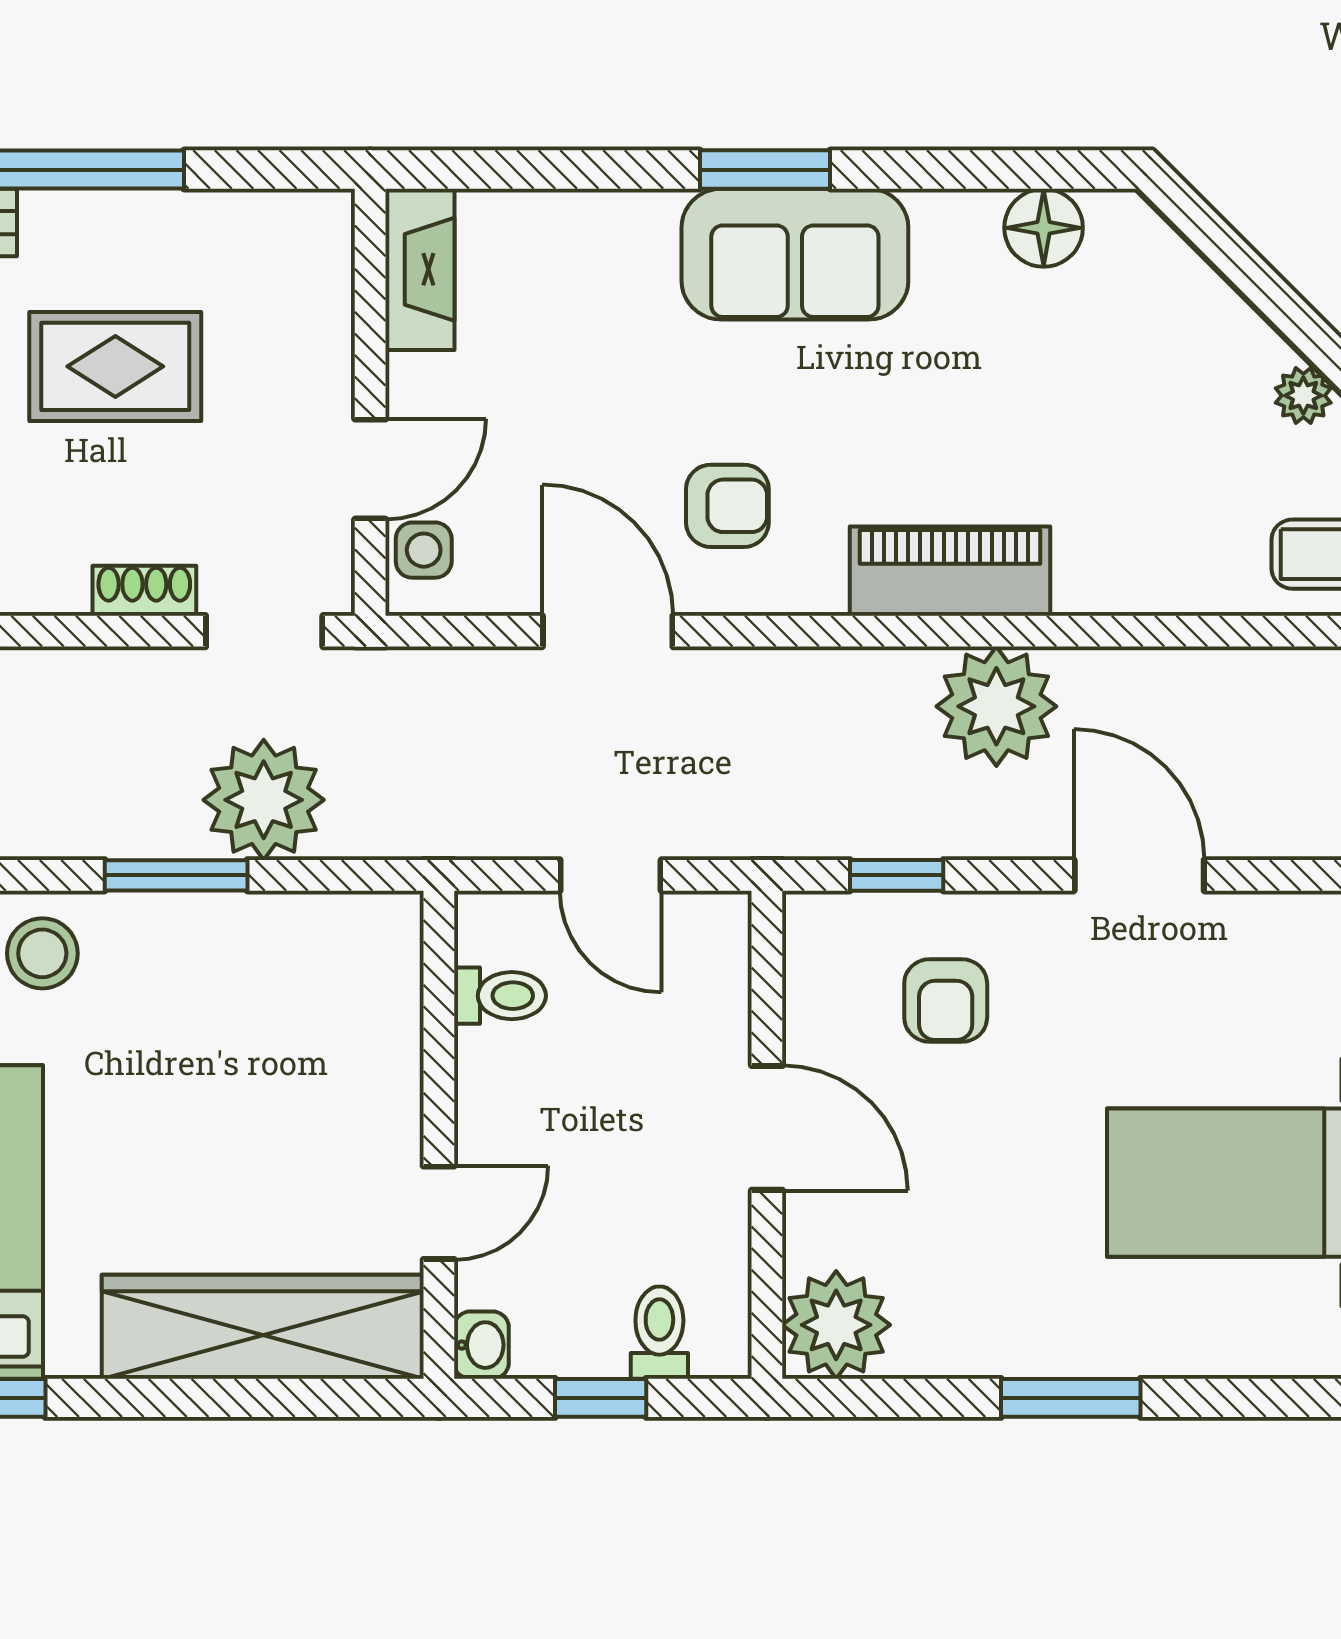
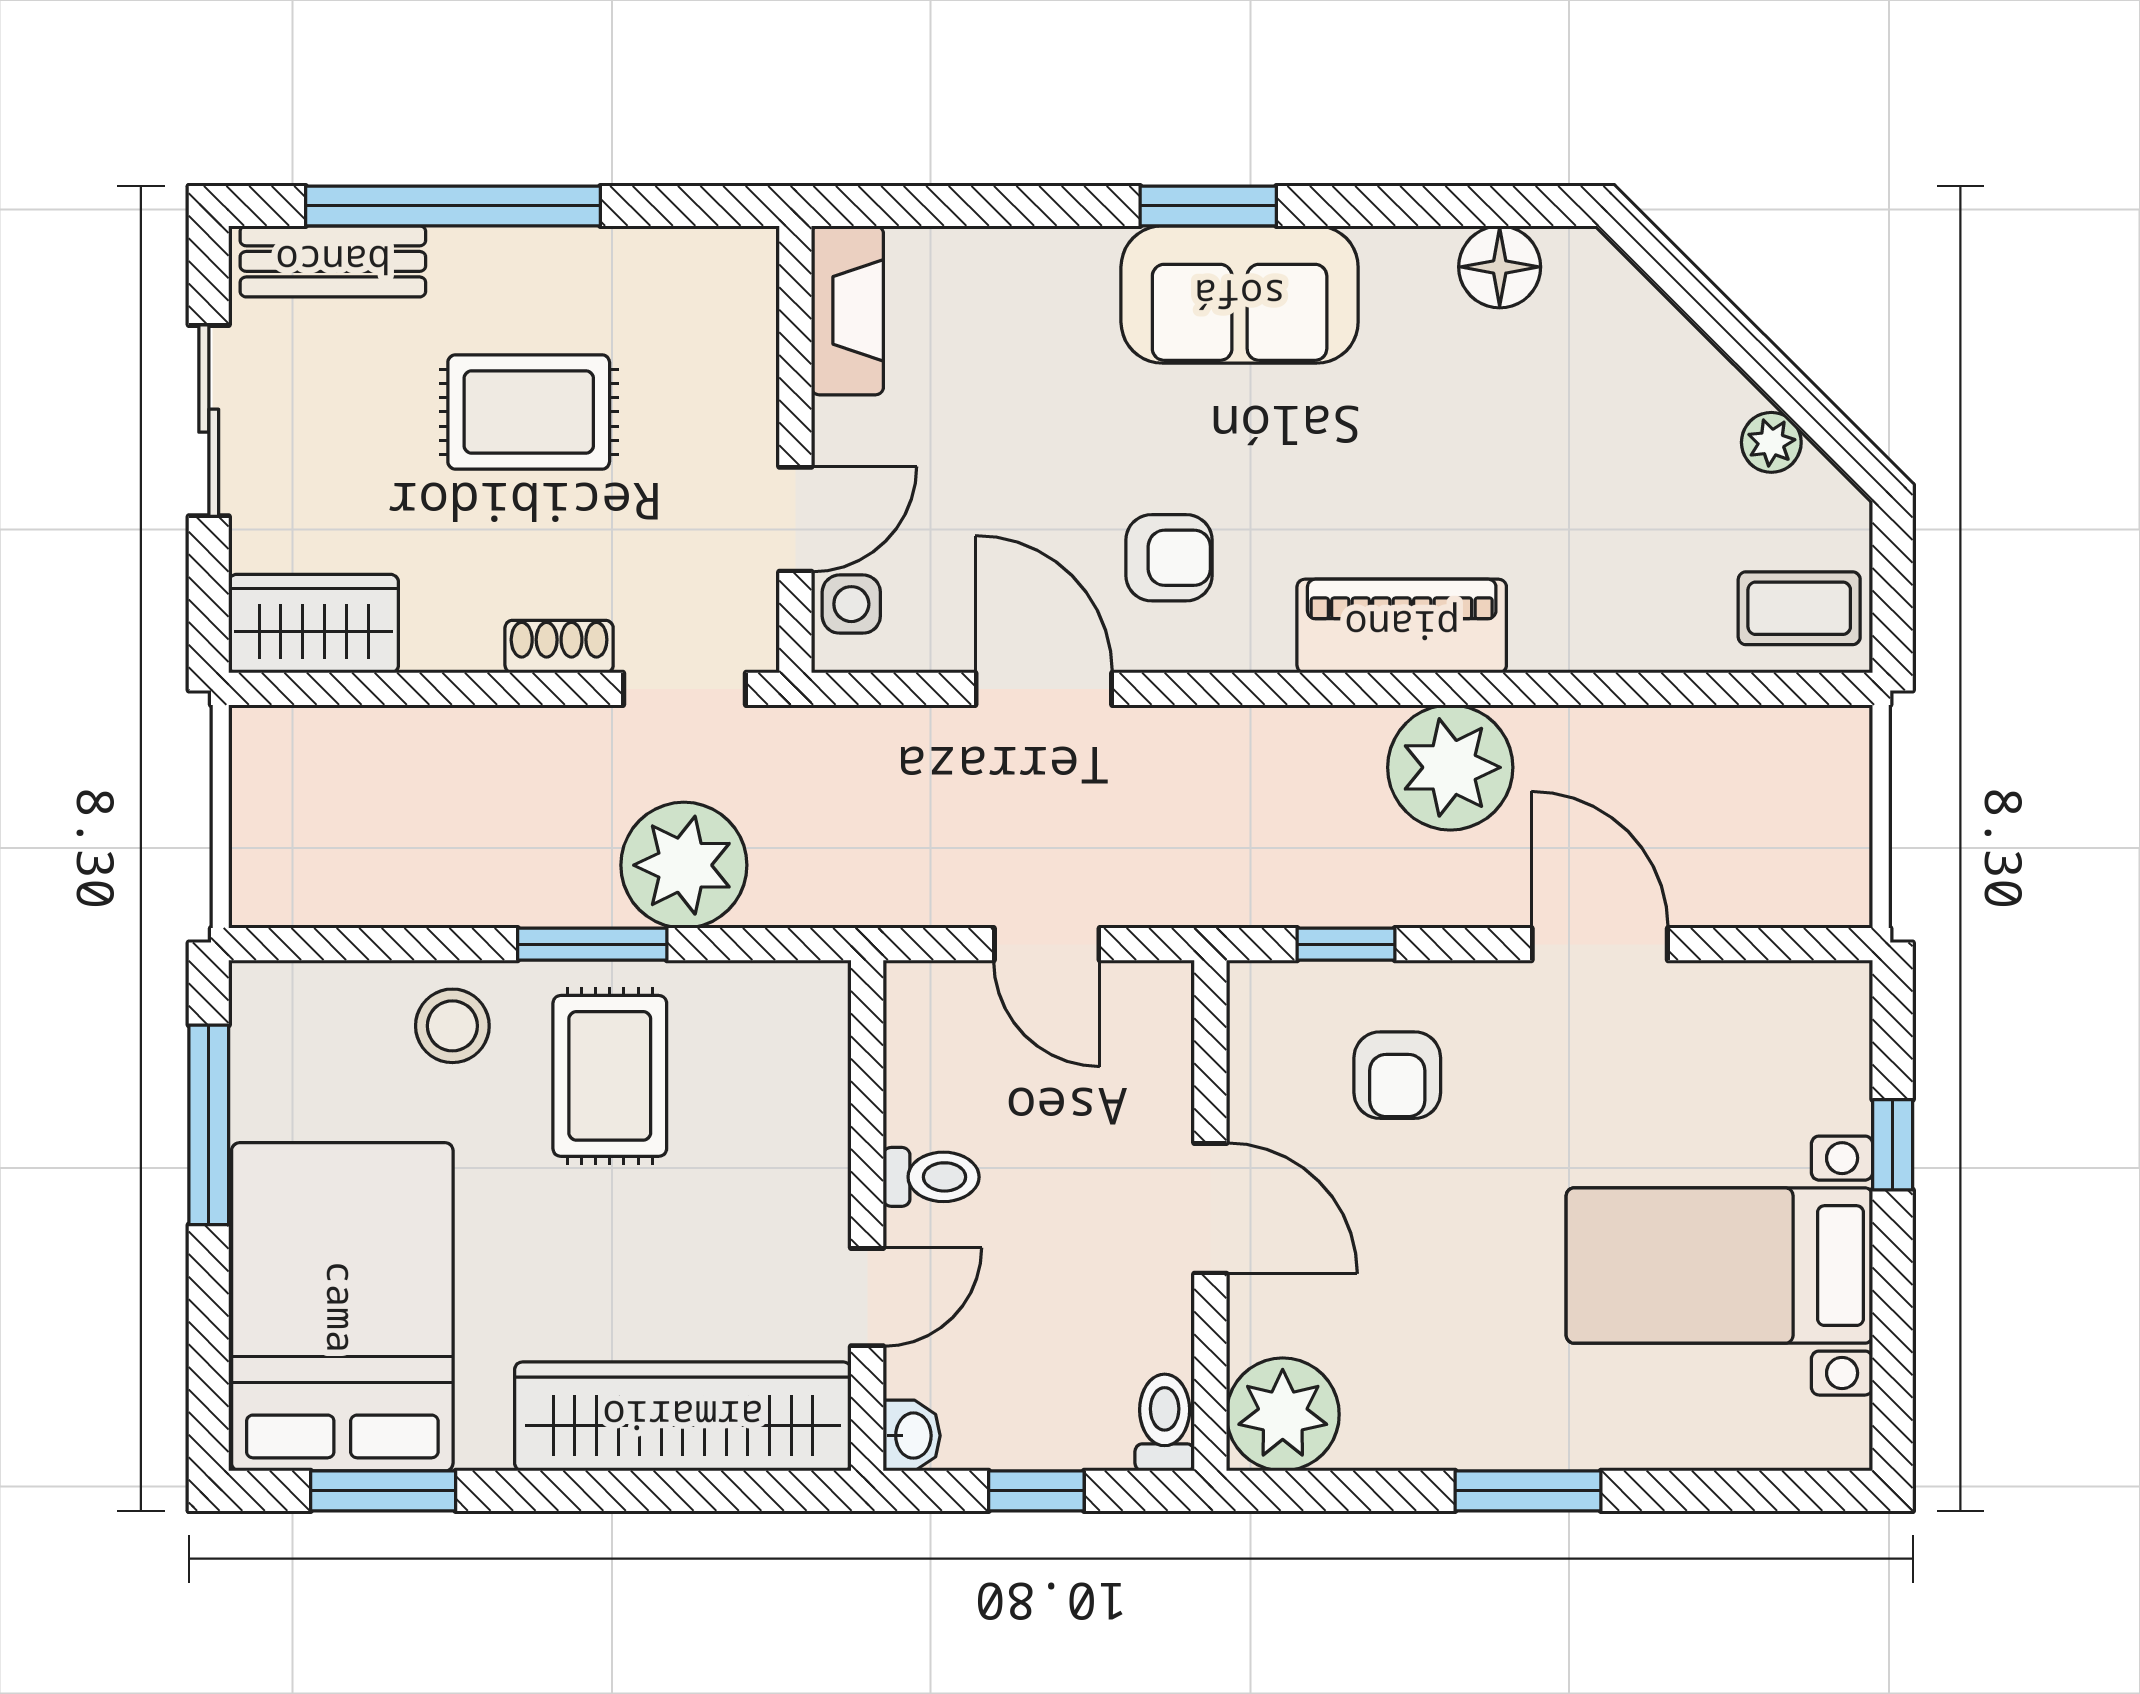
toilet: (500, 996) -> (931, 1177), moved
rug: (193, 1001) -> (610, 1076), added
toilet: (659, 1333) -> (1165, 1422), moved

